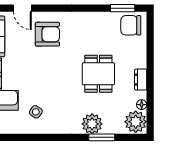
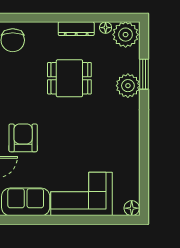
dresser: (141, 80) -> (76, 29), width x1.44
side table: (36, 112) -> (114, 151), removed

